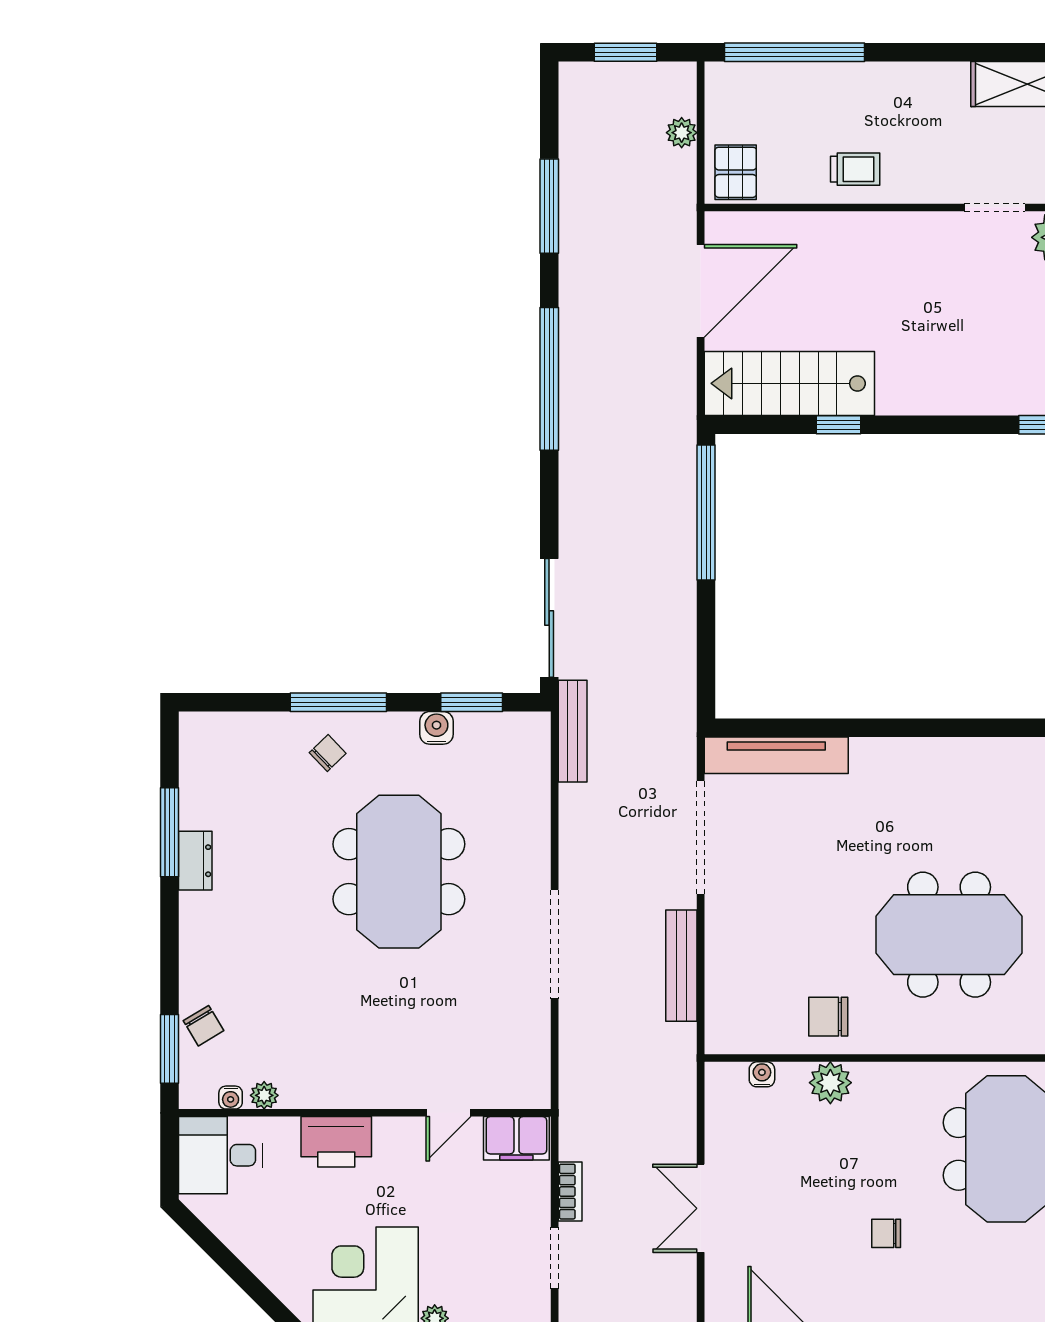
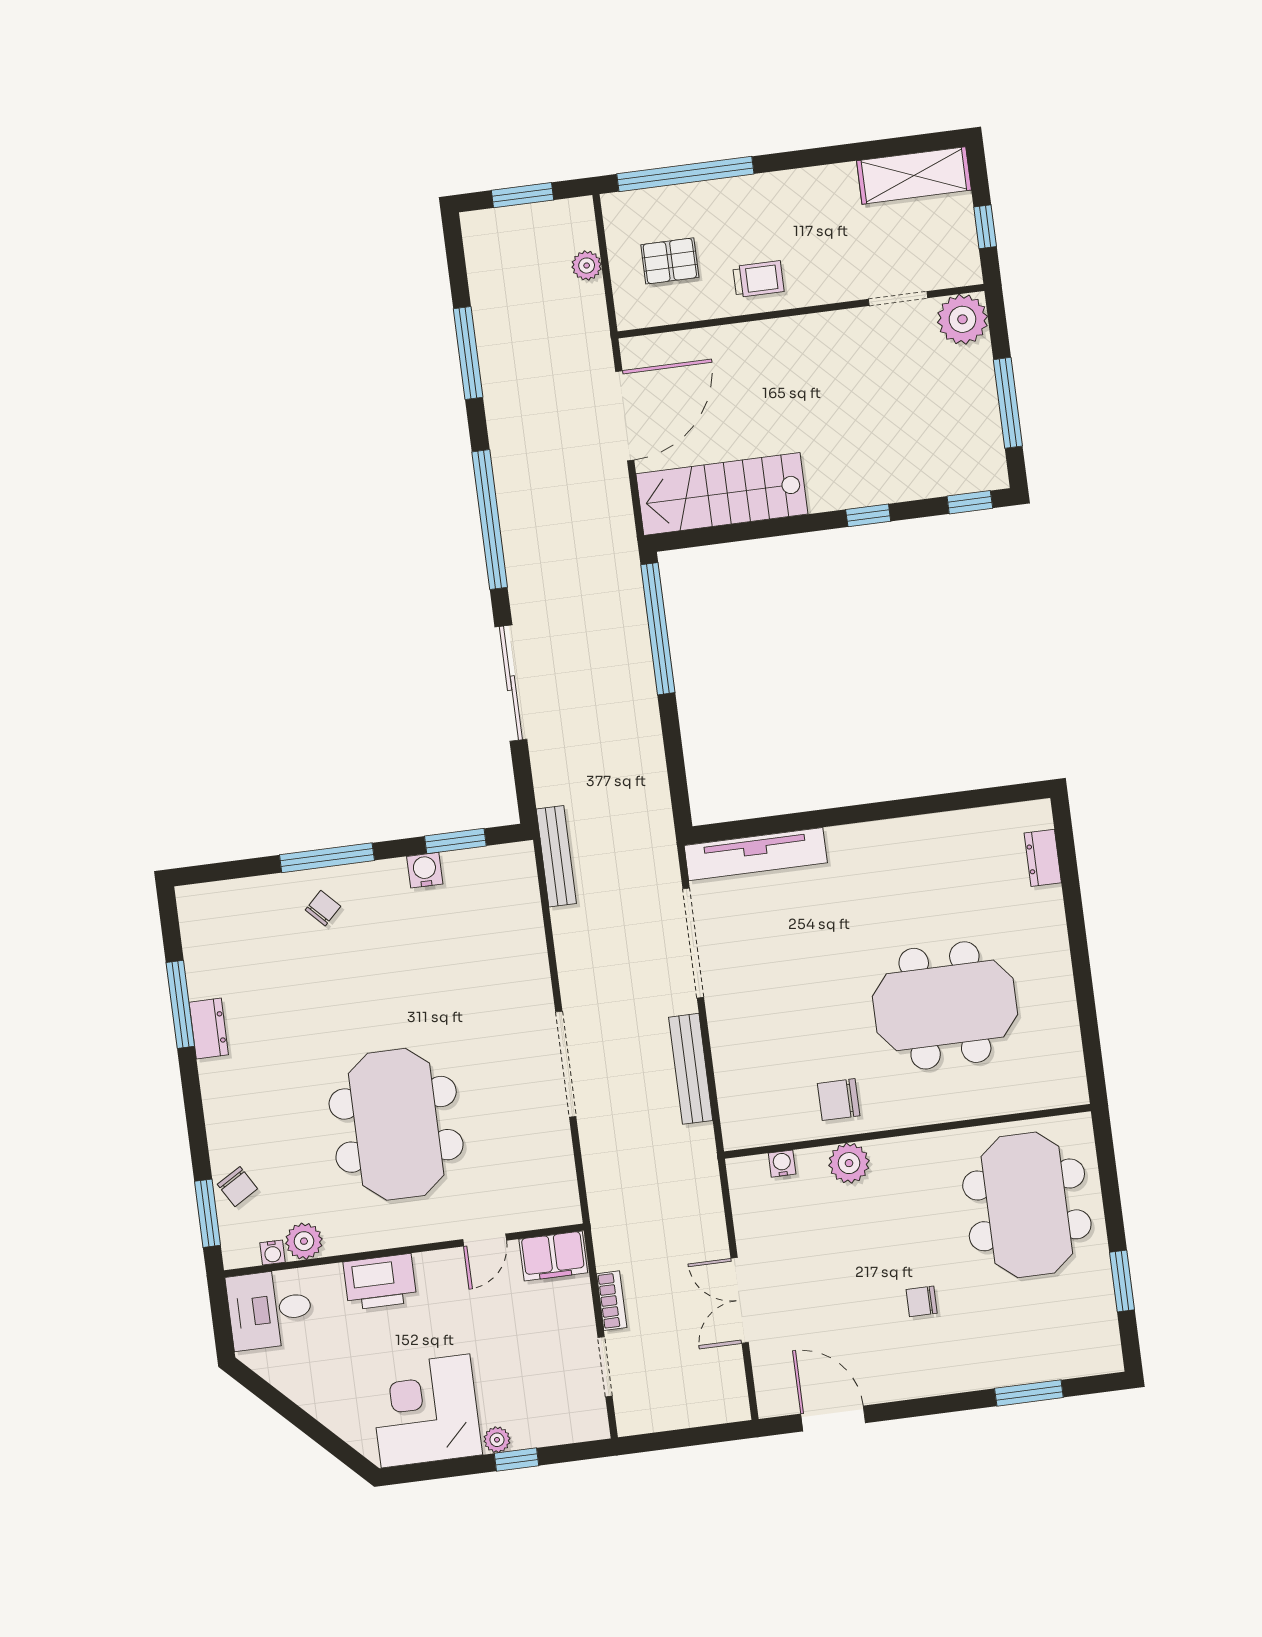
pallet: (736, 172) -> (670, 261), moved, turned 90
window: (838, 425) -> (868, 515), moved
sliding door: (549, 618) -> (511, 683), moved
meeting table: (399, 872) -> (396, 1124), moved
plant: (264, 1095) -> (304, 1241), width x1.38, depth x1.38

